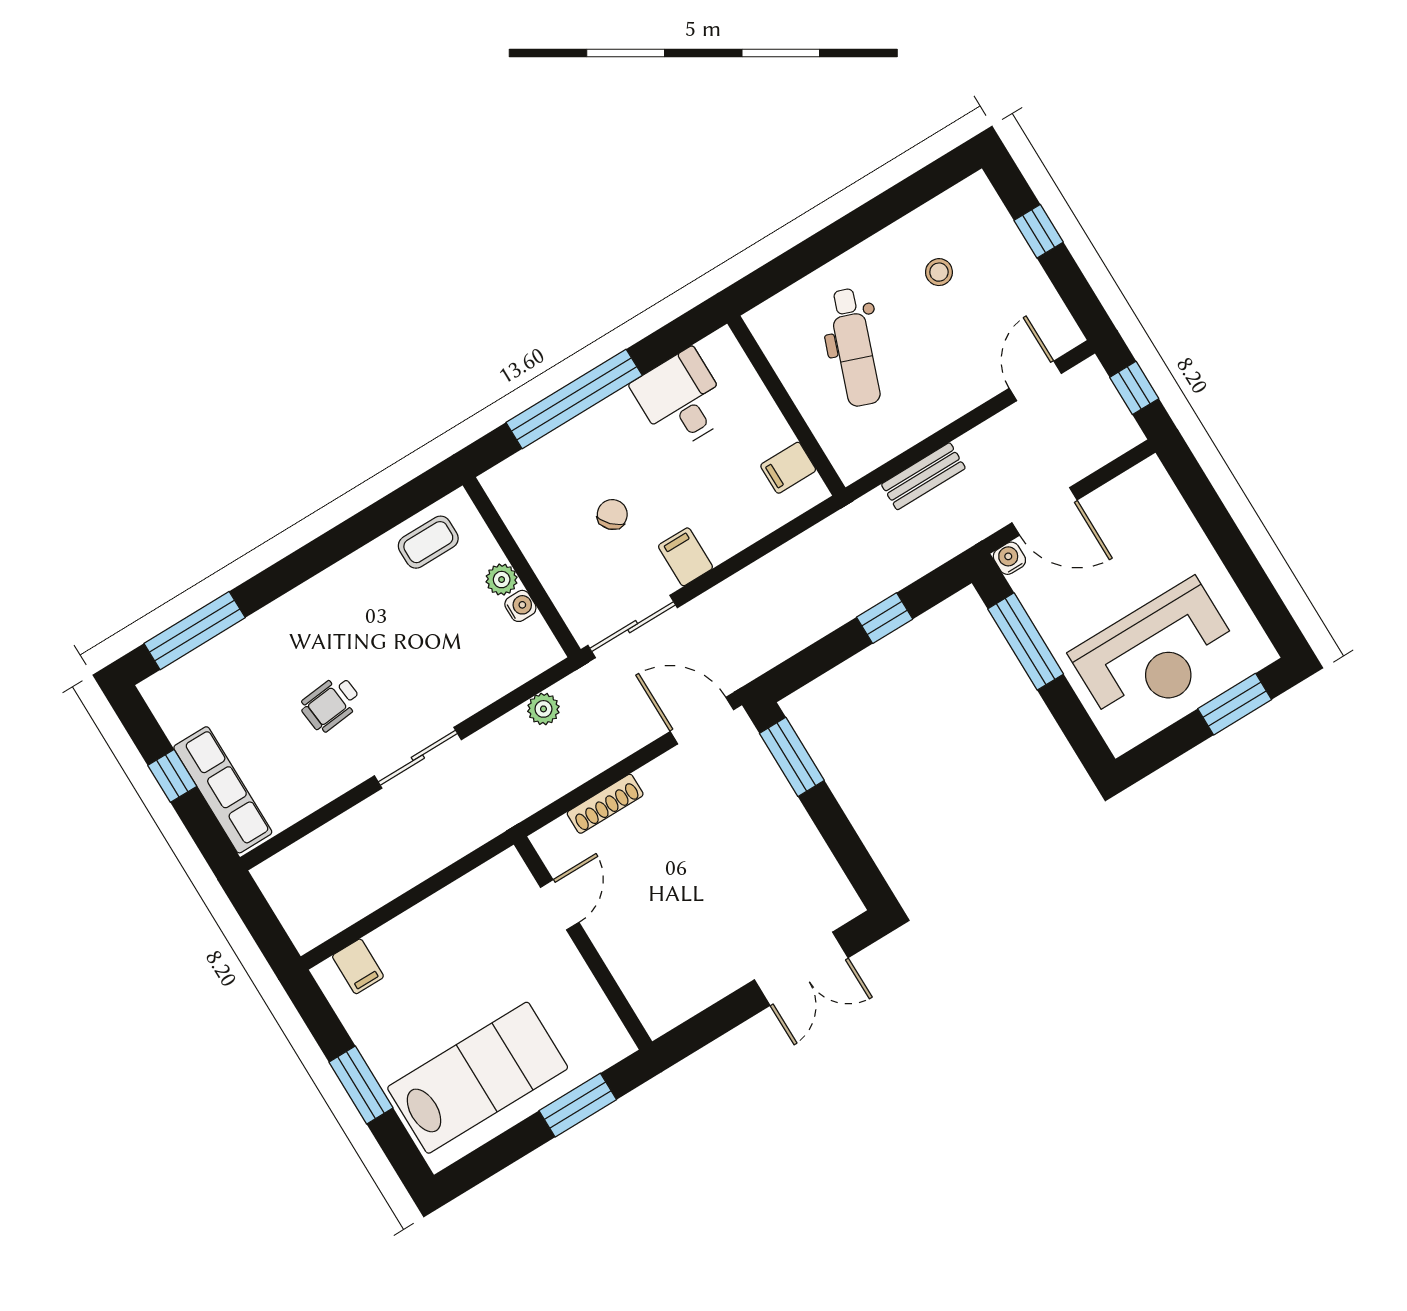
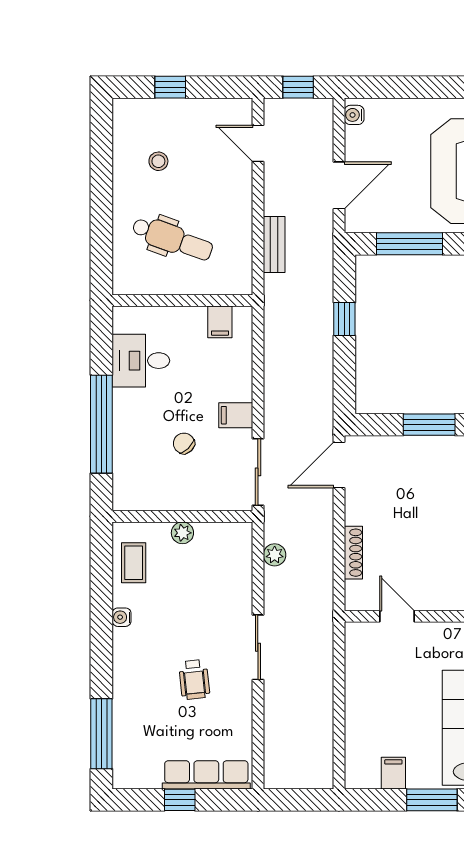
water cooler: (1009, 558) -> (354, 115), moved
water cooler: (520, 606) -> (122, 617), moved, turned -90
window: (792, 757) -> (429, 425), moved
filing cabinet: (358, 966) -> (393, 773), moved, turned -90

